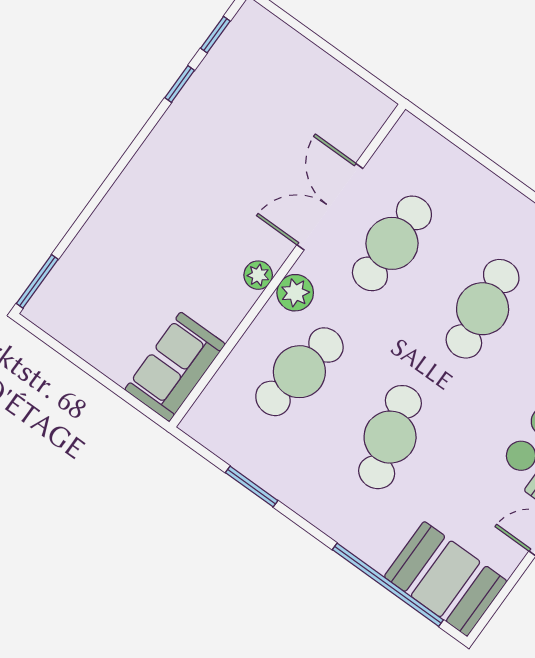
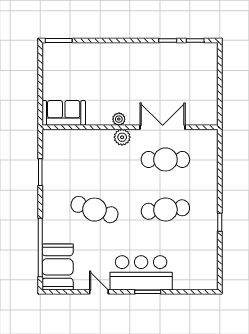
cafe table: (299, 372) -> (95, 159), removed
cafe table: (390, 437) -> (95, 210), turned 33

